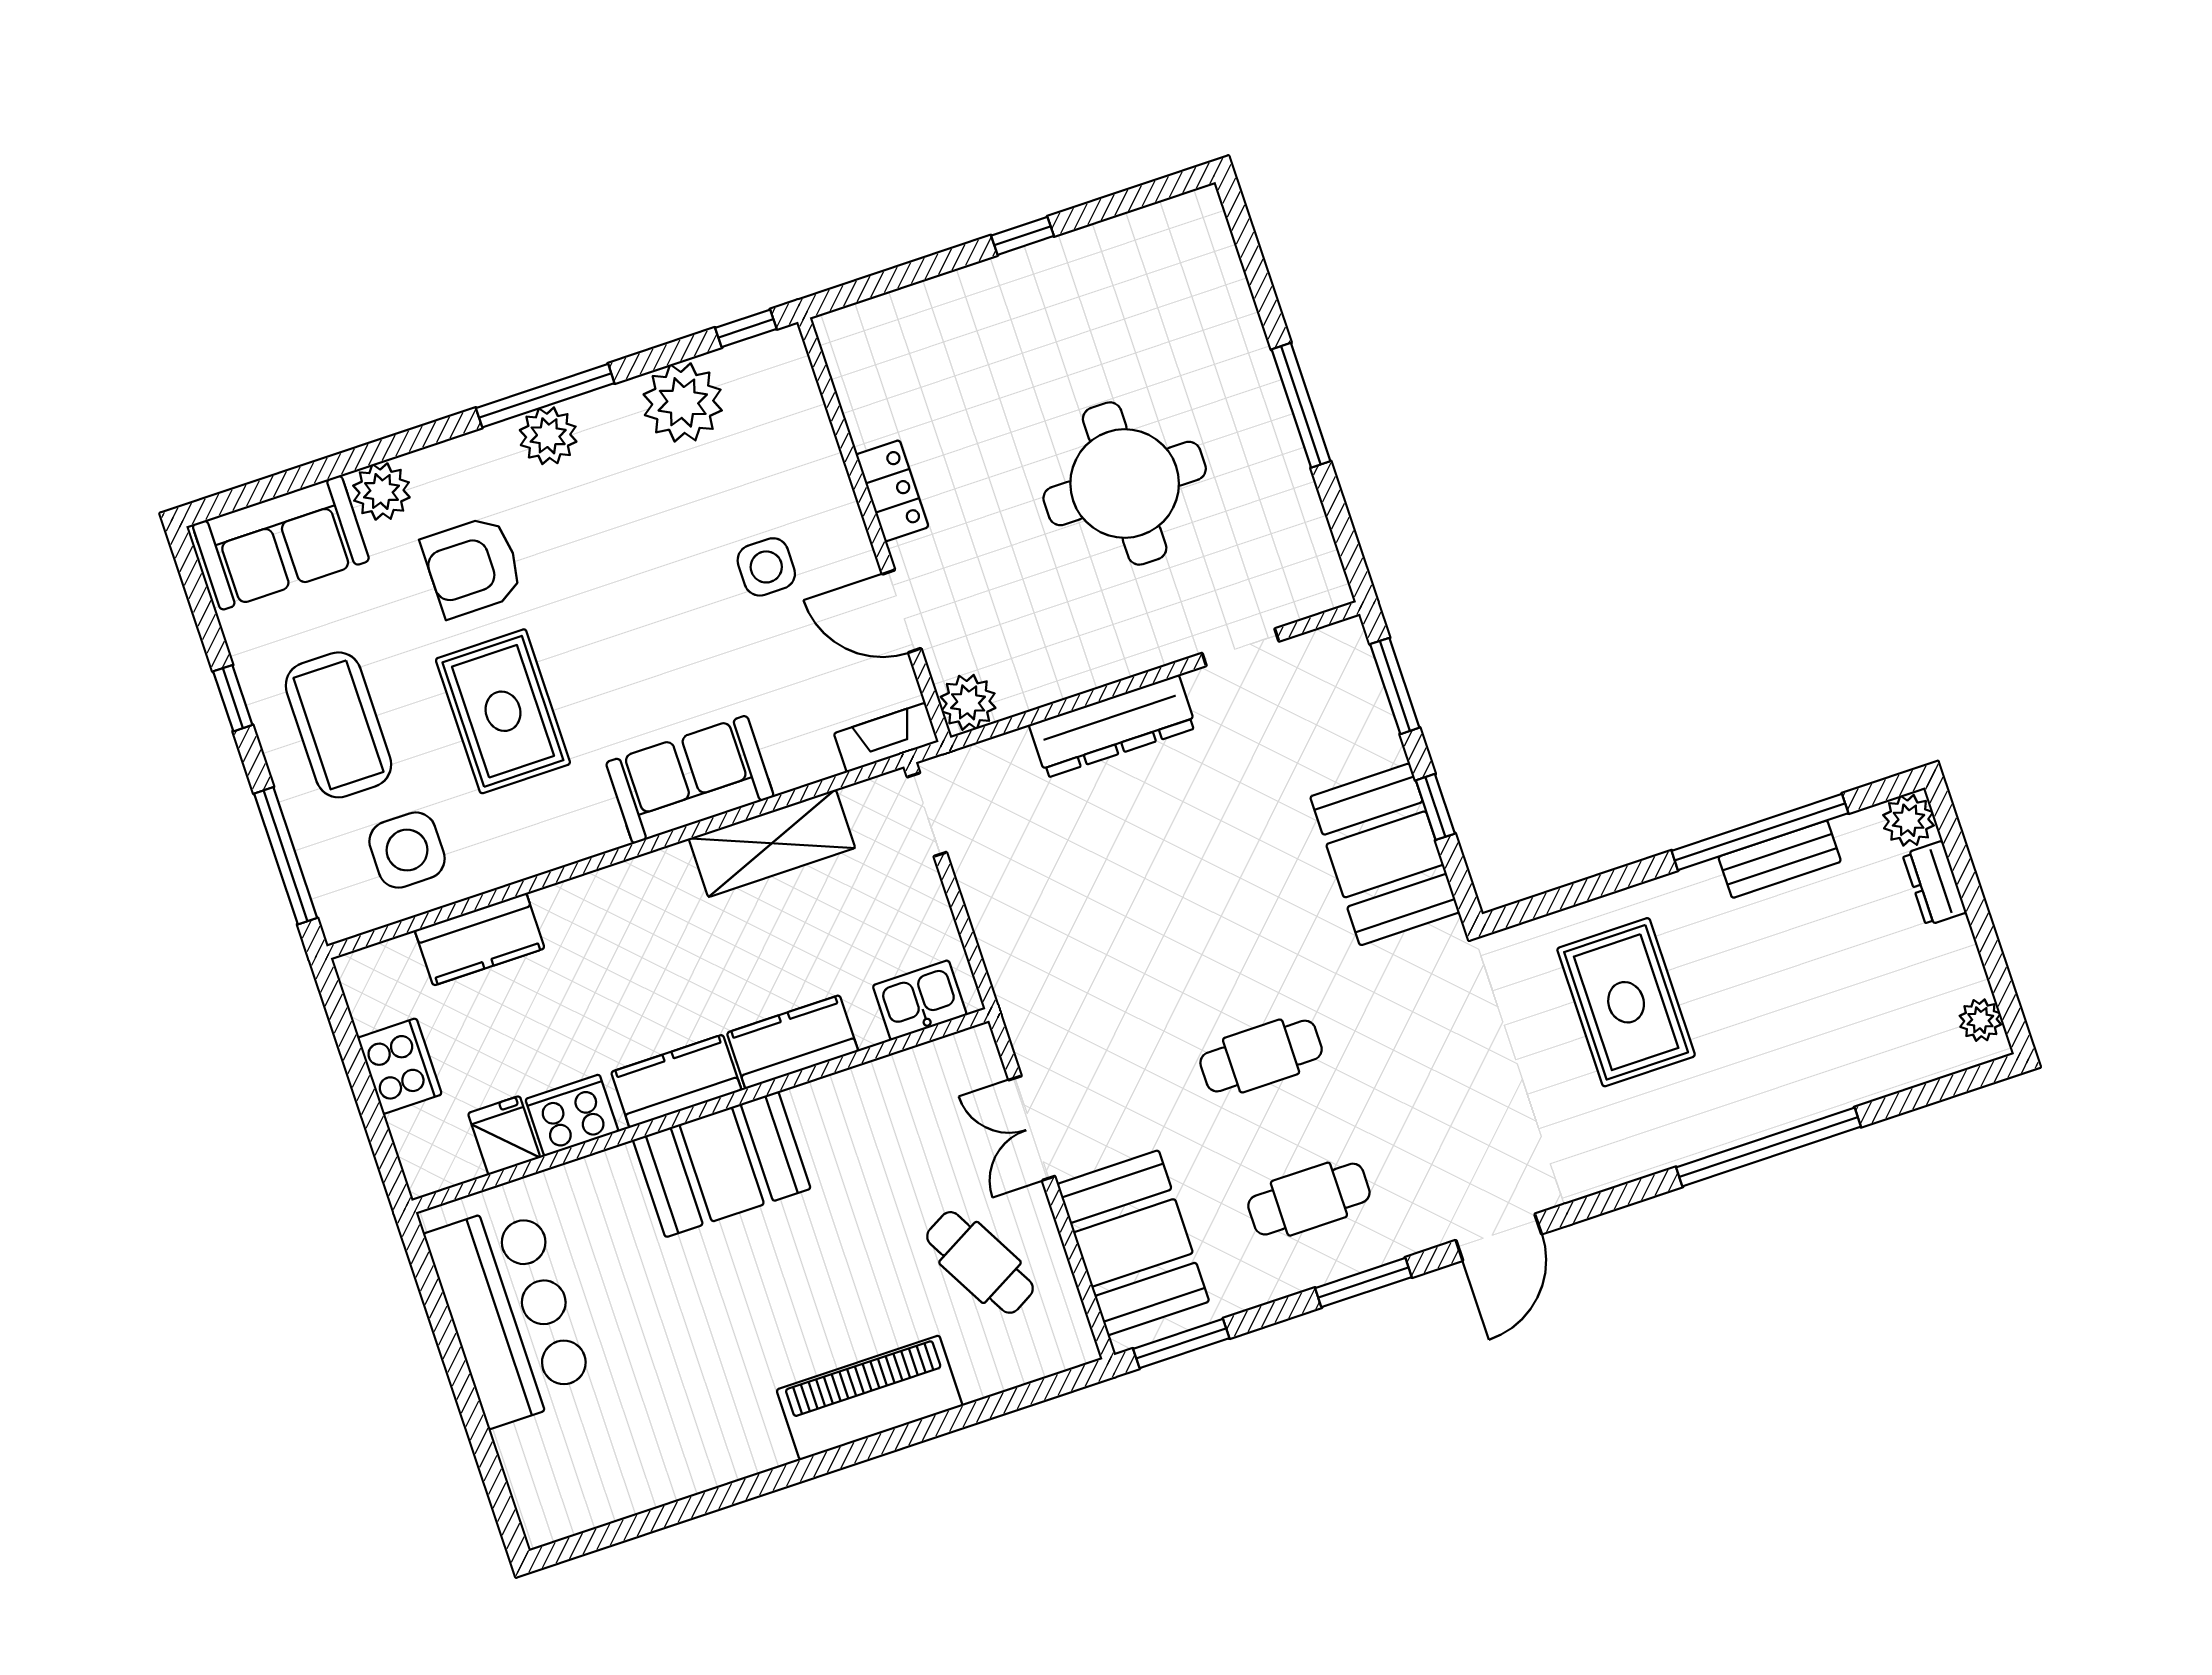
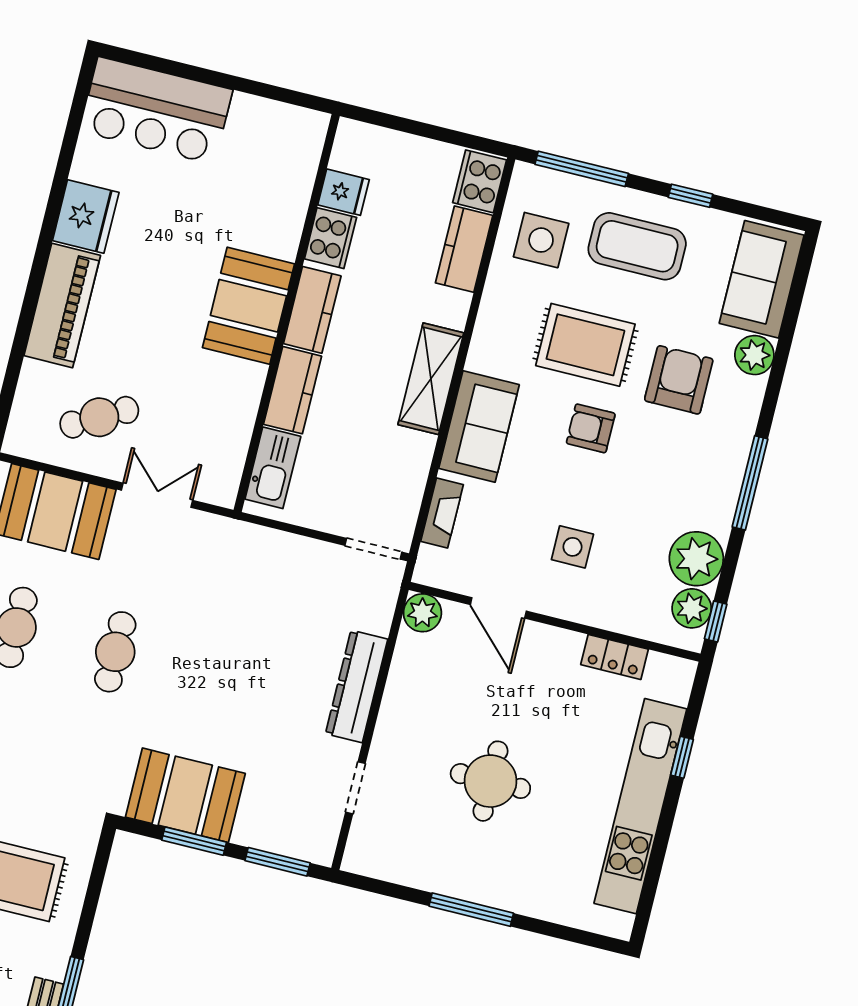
window: (1023, 236) -> (682, 757), moved
kitchen unit: (1037, 276) -> (640, 806), added
plant: (548, 436) -> (692, 608), moved
round table: (1125, 483) -> (490, 781), width x0.73, depth x0.73
locker: (892, 491) -> (615, 657), moved
door: (902, 611) -> (498, 608), swing flipped
armchair: (603, 638) -> (591, 428), added
fireplace: (886, 738) -> (442, 513), moved
window: (1435, 807) -> (194, 841), width x1.50
shelving: (772, 843) -> (431, 379), moved
kitchen sink: (920, 1000) -> (273, 468), width x1.38
cooker: (400, 1066) -> (480, 181), moved, turned 90
bar counter: (510, 1314) -> (156, 110), moved
fridge: (739, 1439) -> (86, 216), added

